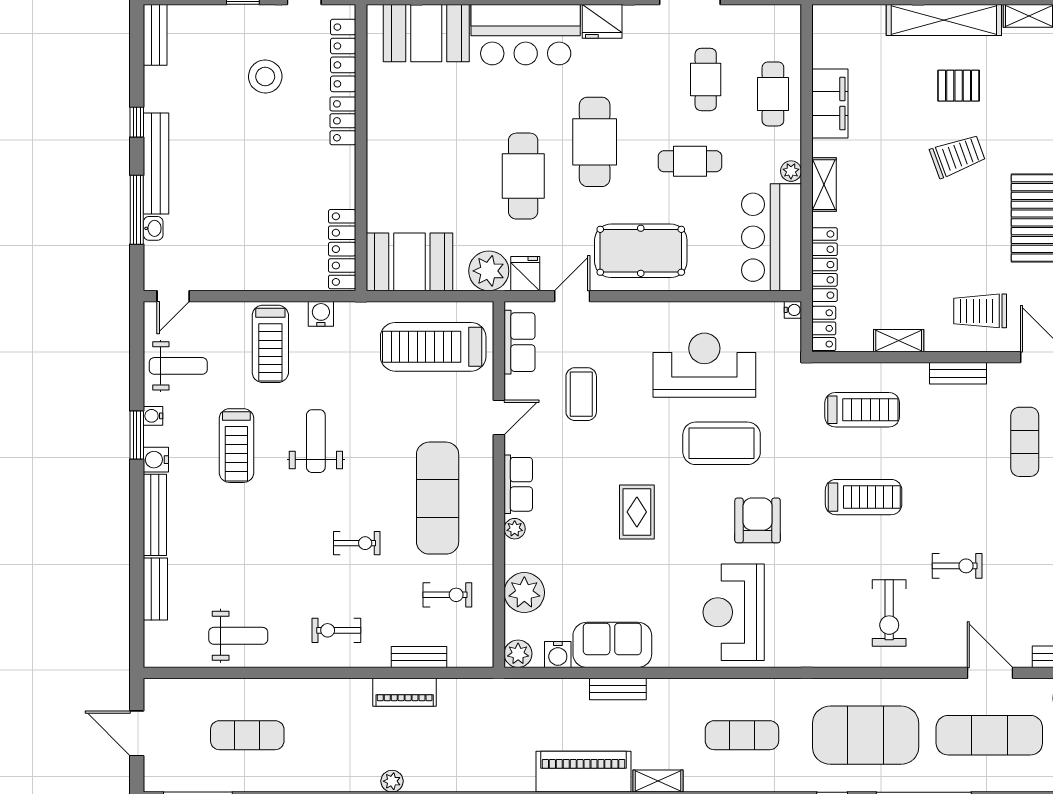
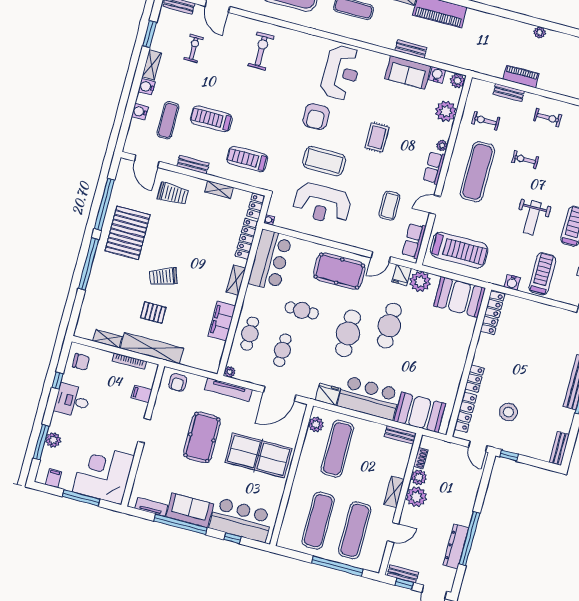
plant: (791, 171) -> (230, 372), moved
treadmill: (864, 497) -> (211, 119), moved
exercise bike: (957, 566) -> (194, 48), moved, turned 90

